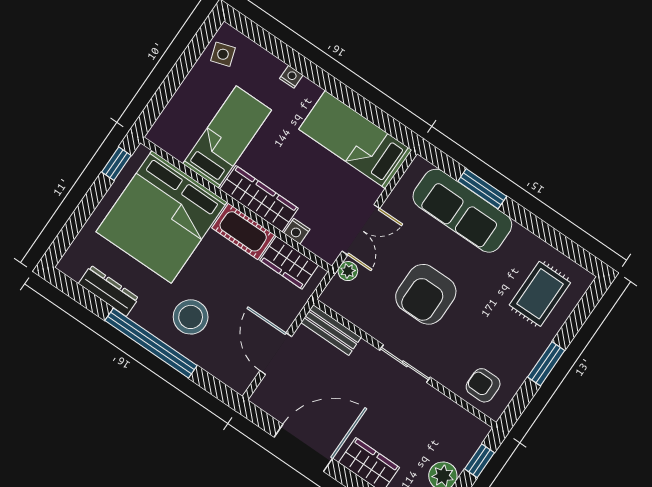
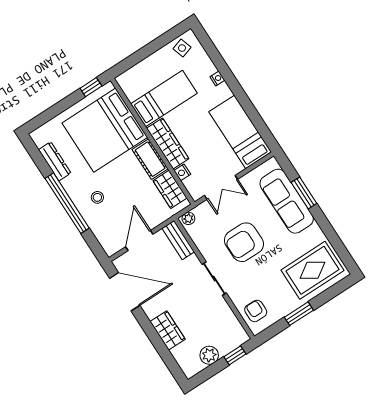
plant: (348, 271) -> (188, 218), moved
rug: (540, 294) -> (312, 270), width x1.36, depth x1.43
stool: (191, 317) -> (97, 197), width x0.53, depth x0.53
door: (303, 448) -> (125, 292), moved

